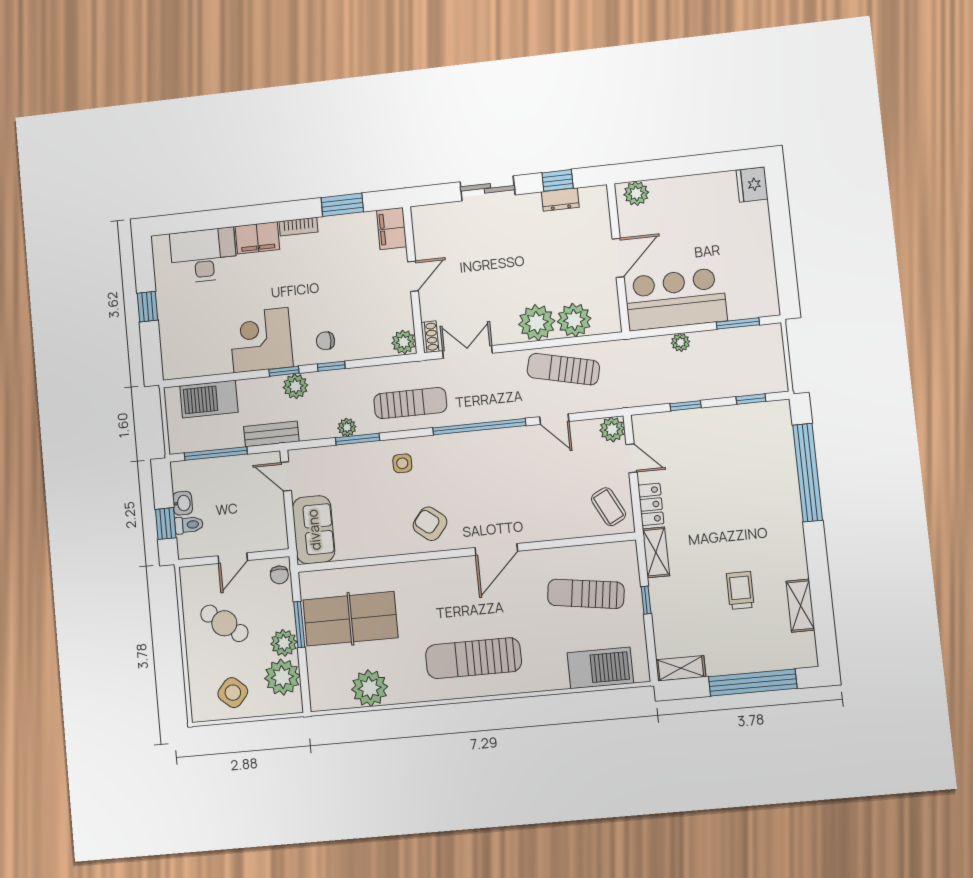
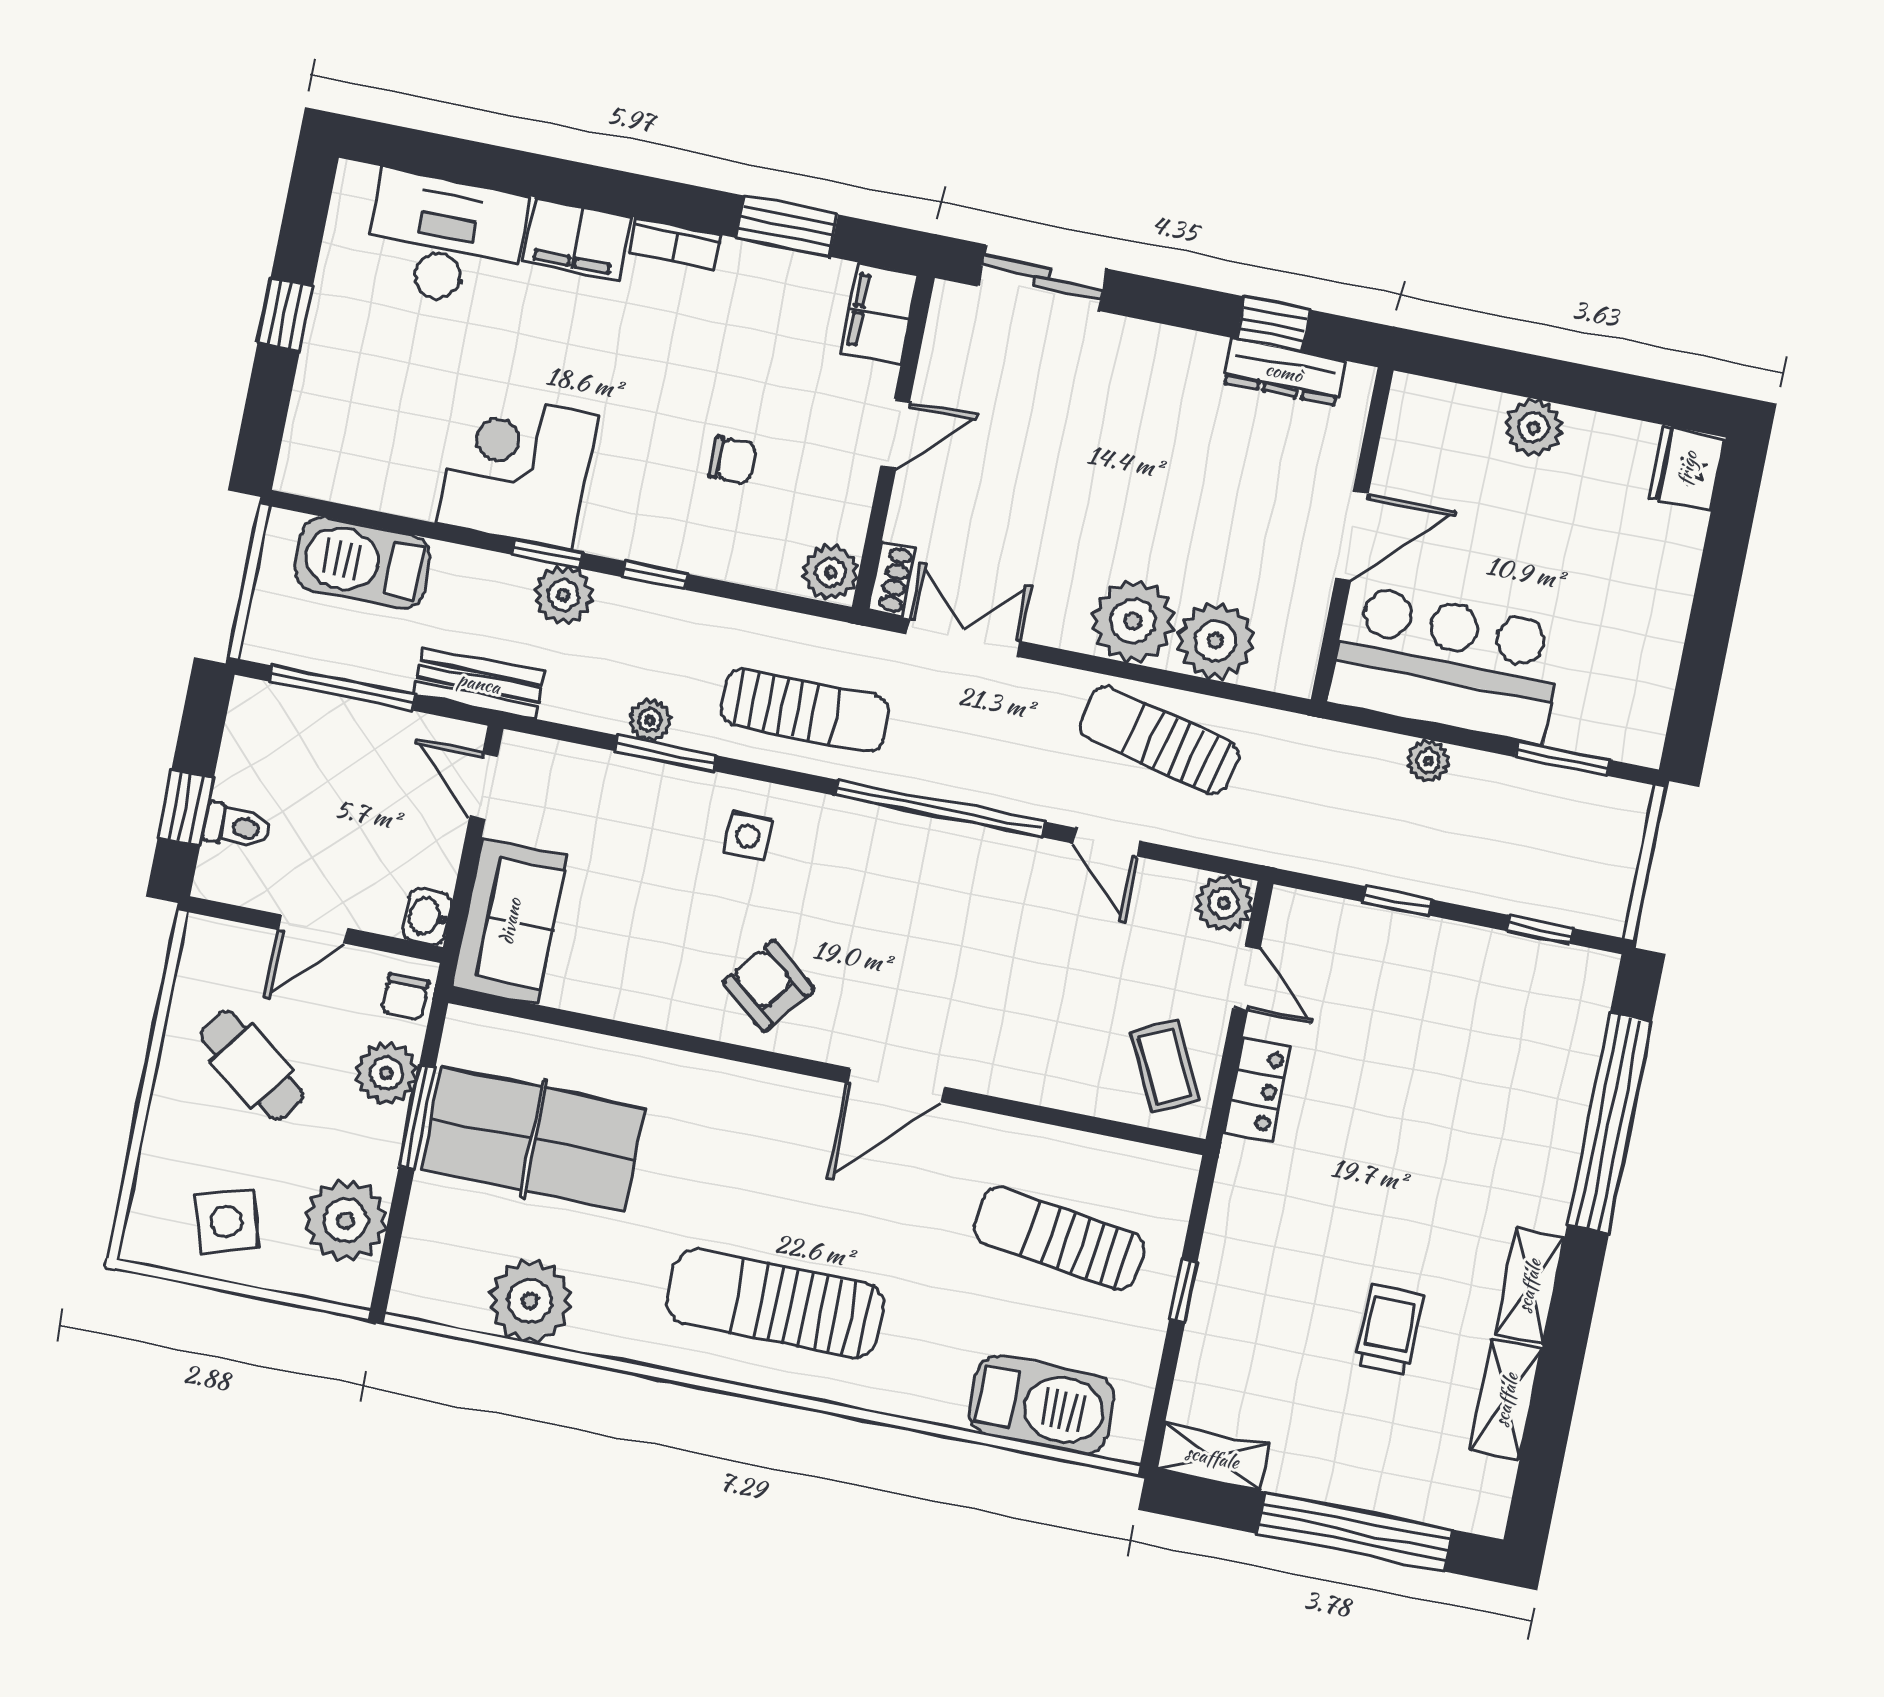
sliding door: (487, 188) -> (1042, 278), moved
plant: (636, 193) -> (1533, 428), moved
dresser: (560, 200) -> (1284, 372), width x1.44
chair: (325, 341) -> (732, 460), moved, turned 180
washbasin: (183, 503) -> (427, 917), moved, turned 180
shelving: (656, 552) -> (1529, 1286), moved
plant: (284, 643) -> (386, 1073), moved
side table: (233, 693) -> (227, 1222), turned 32

